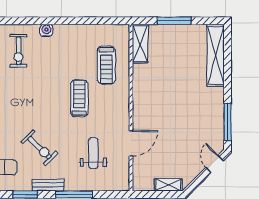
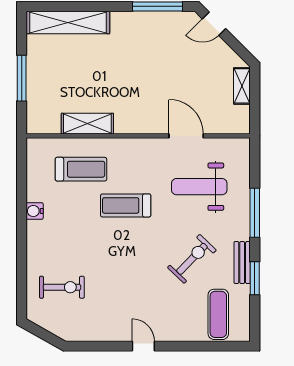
water cooler: (46, 31) -> (35, 211), moved
shelving: (140, 44) -> (87, 124), moved
weight bench: (93, 153) -> (199, 187), width x1.36, depth x1.33
bench: (48, 185) -> (242, 262), moved

